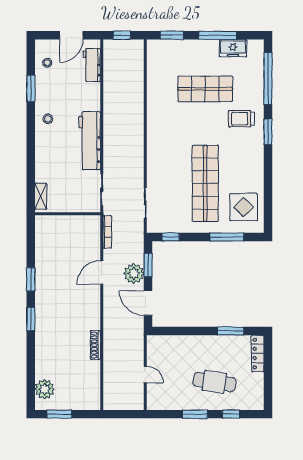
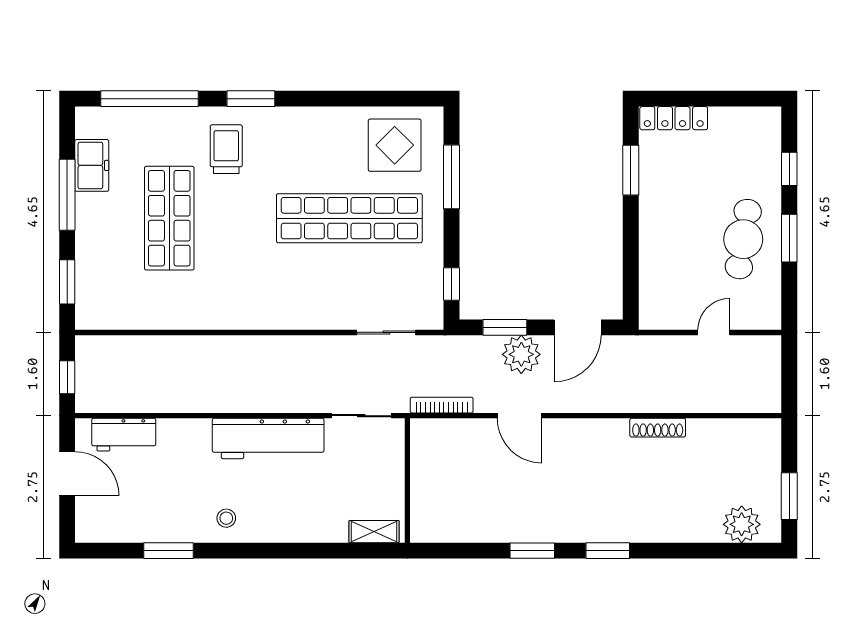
stool: (47, 63) -> (119, 519), removed
trolley: (241, 119) -> (226, 149), turned 180
cafe table: (214, 382) -> (743, 239), moved

